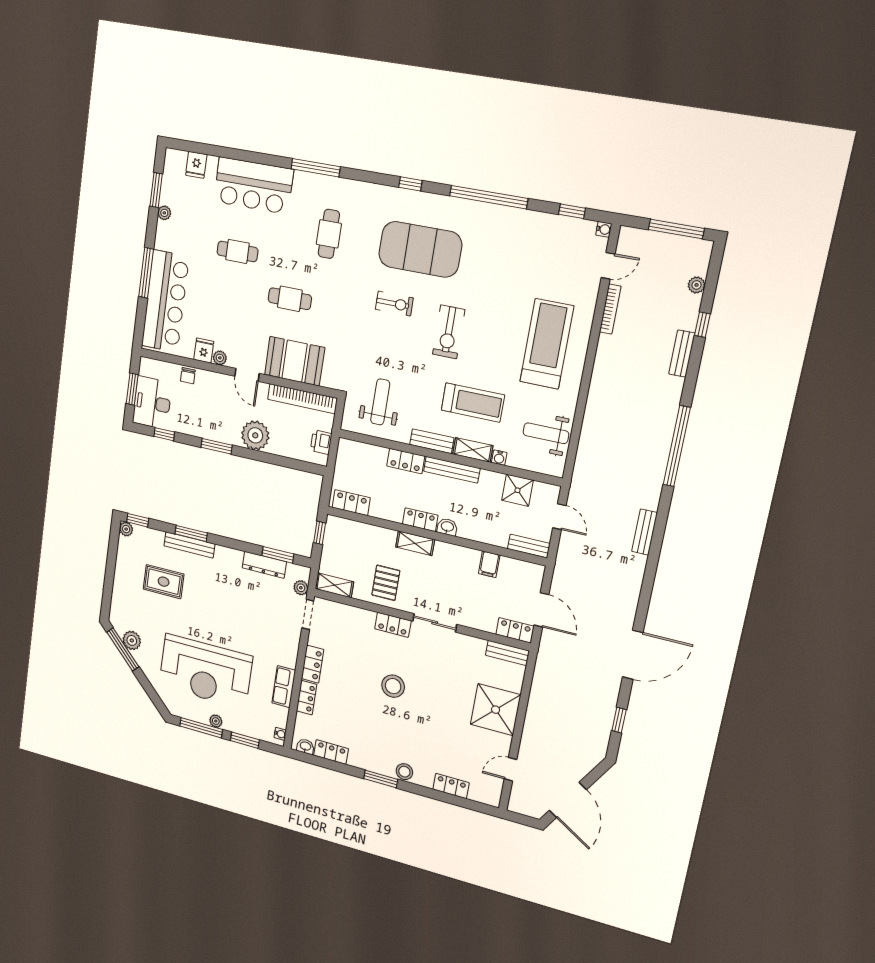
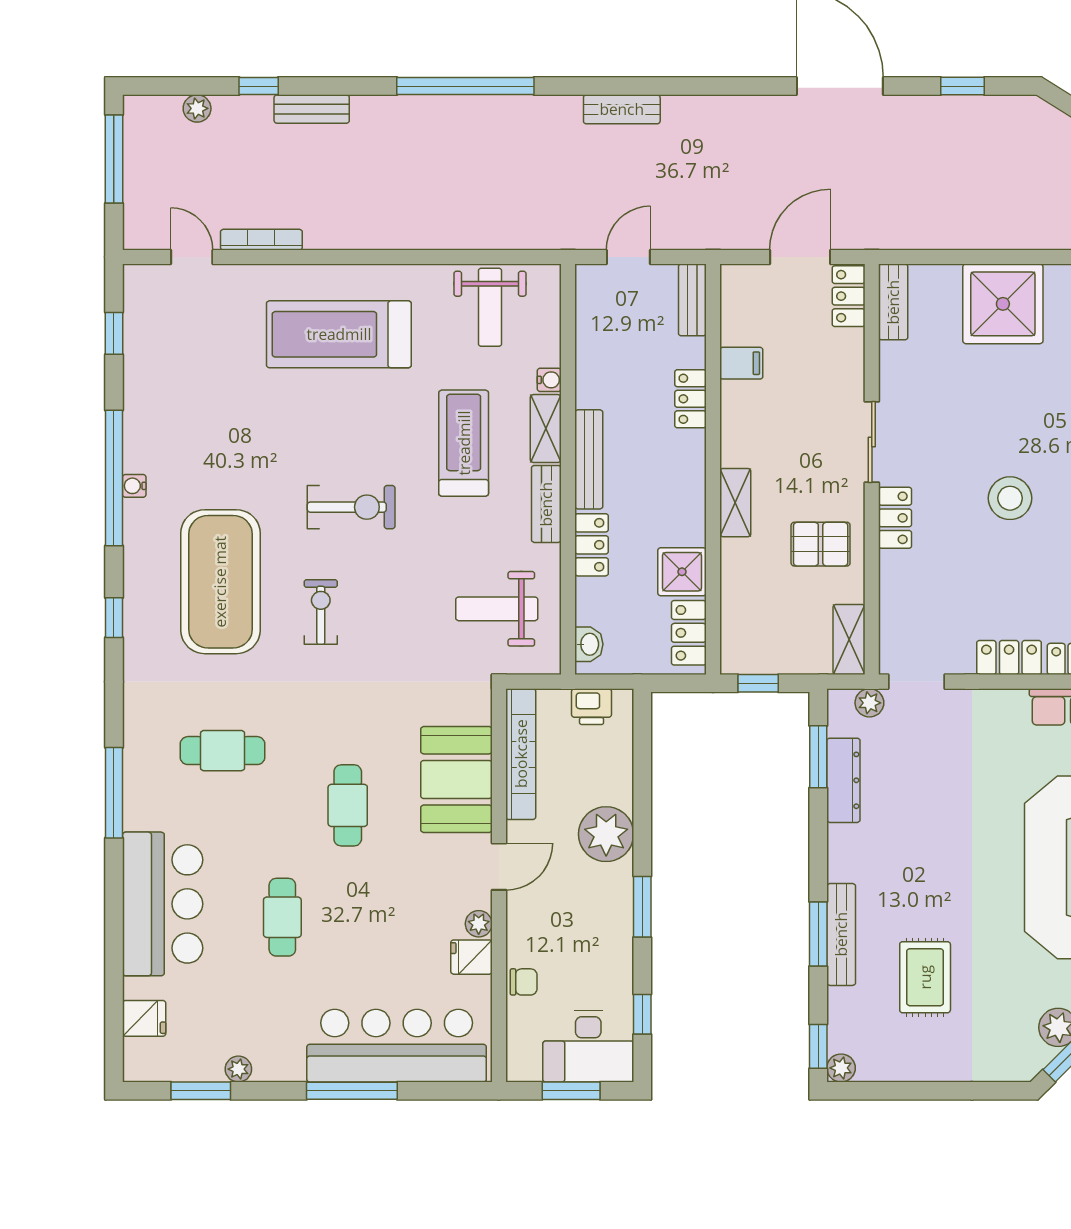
water cooler: (604, 229) -> (134, 486), moved, turned -90
shower: (518, 490) -> (682, 572), moved
locker: (420, 520) -> (691, 399), moved
washbasin: (447, 527) -> (589, 644), moved, turned 180

